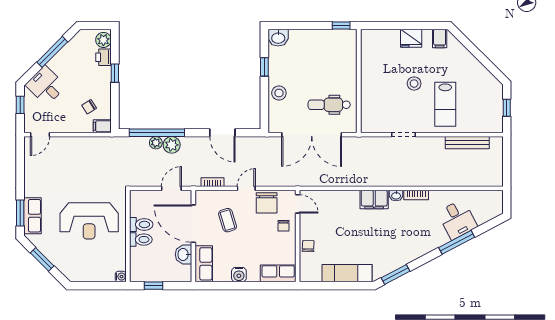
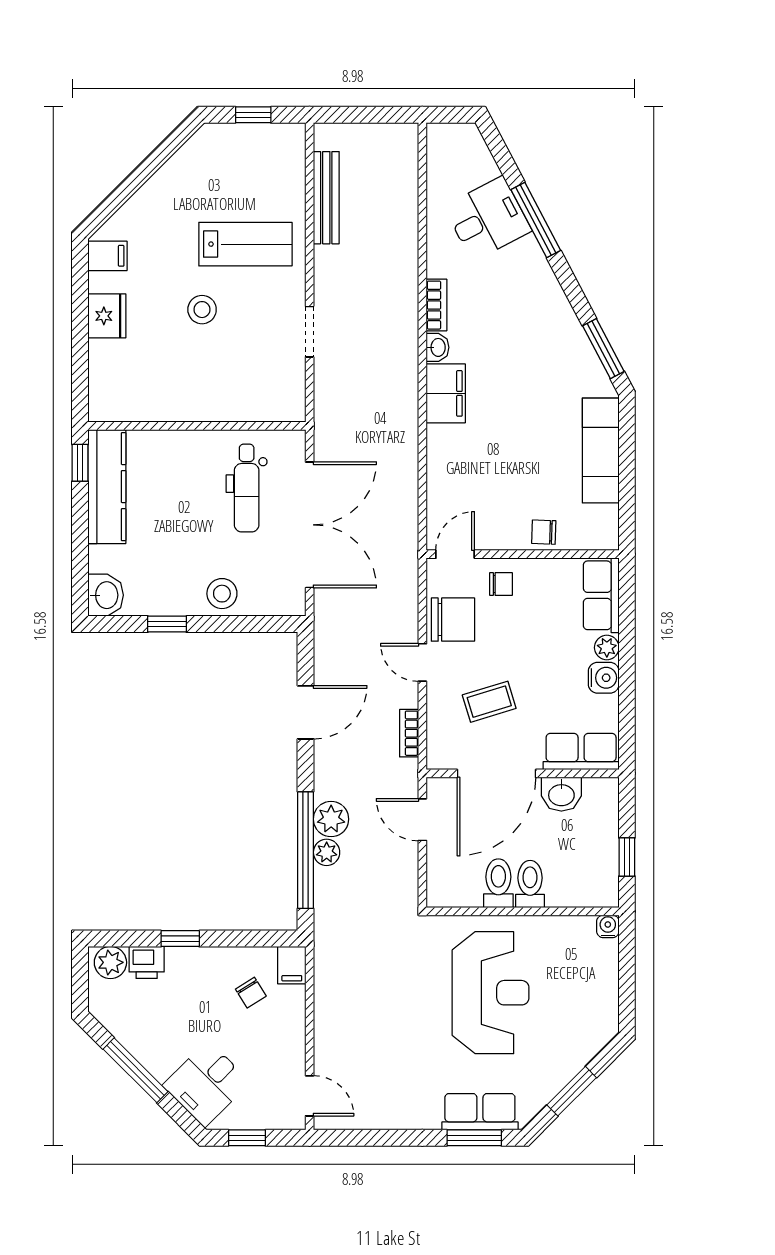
kitchen counter: (330, 38) -> (107, 487), added
plant: (253, 276) -> (607, 648), added

